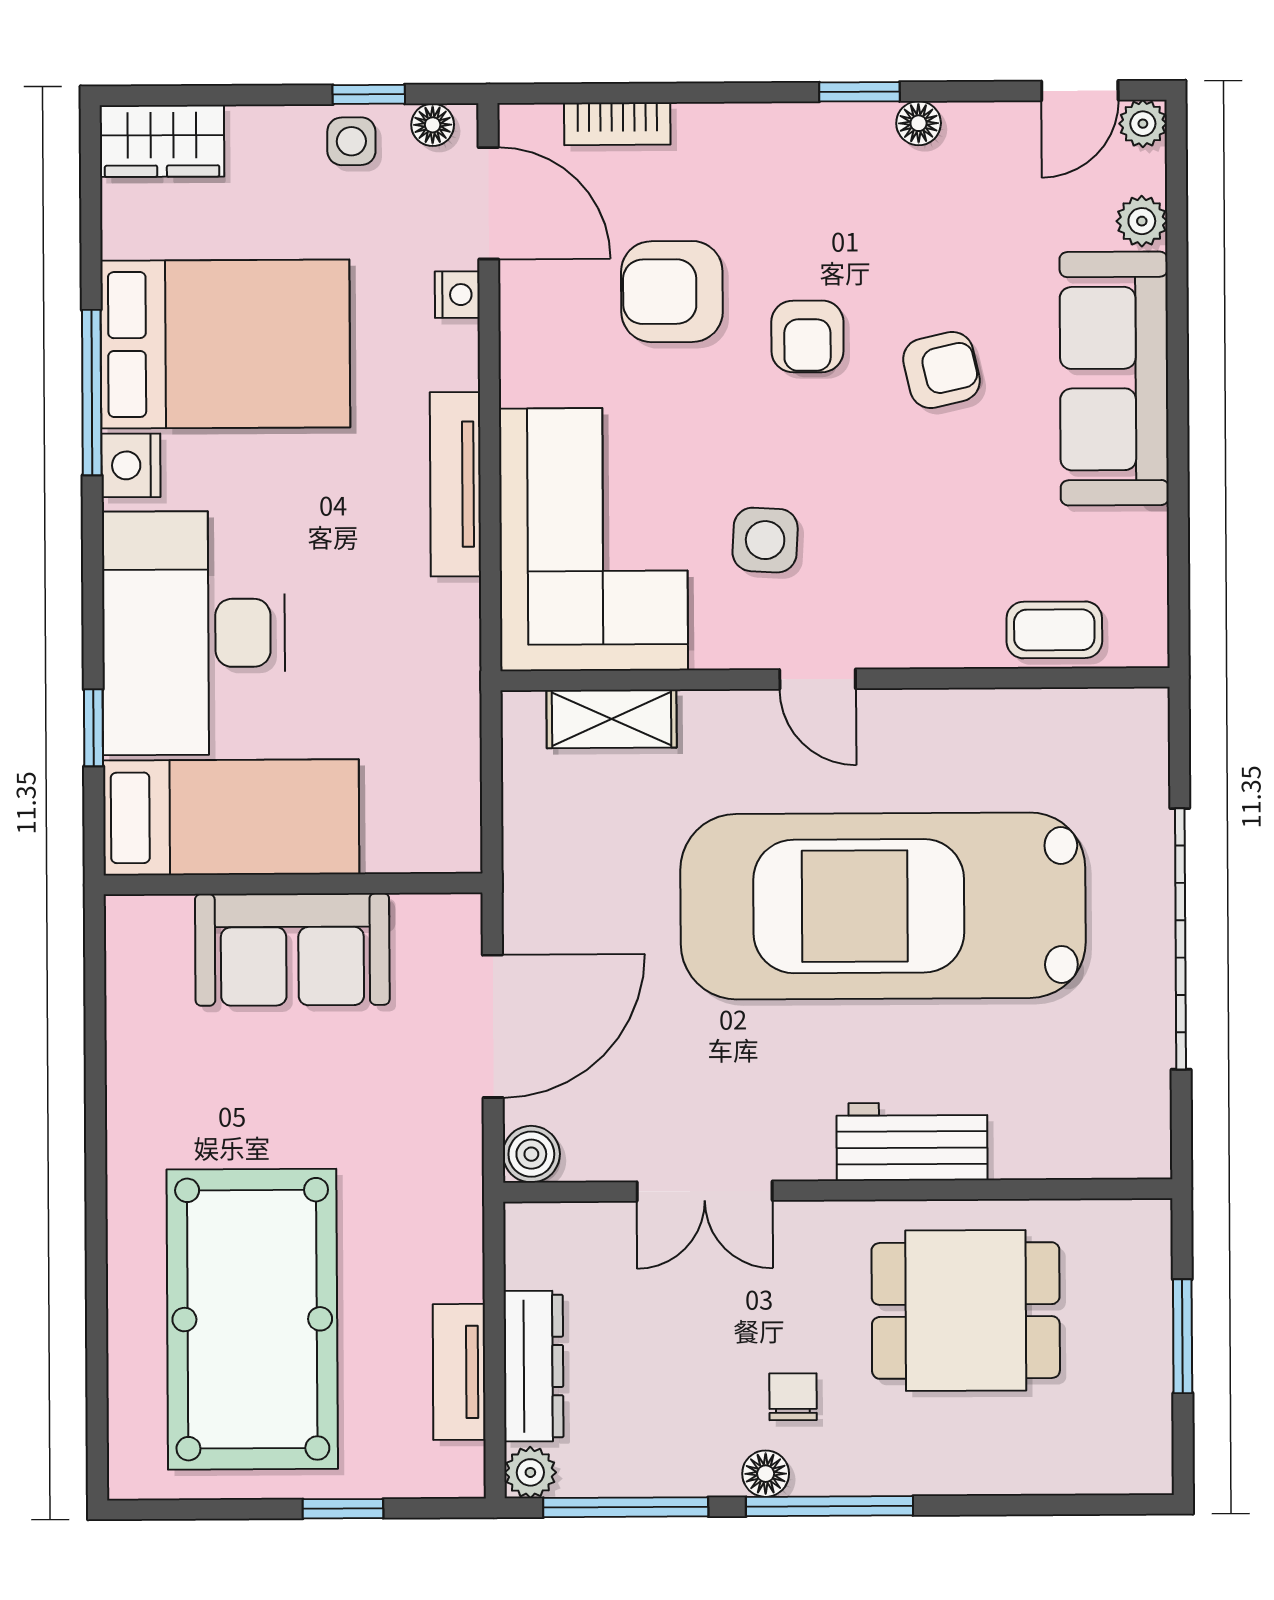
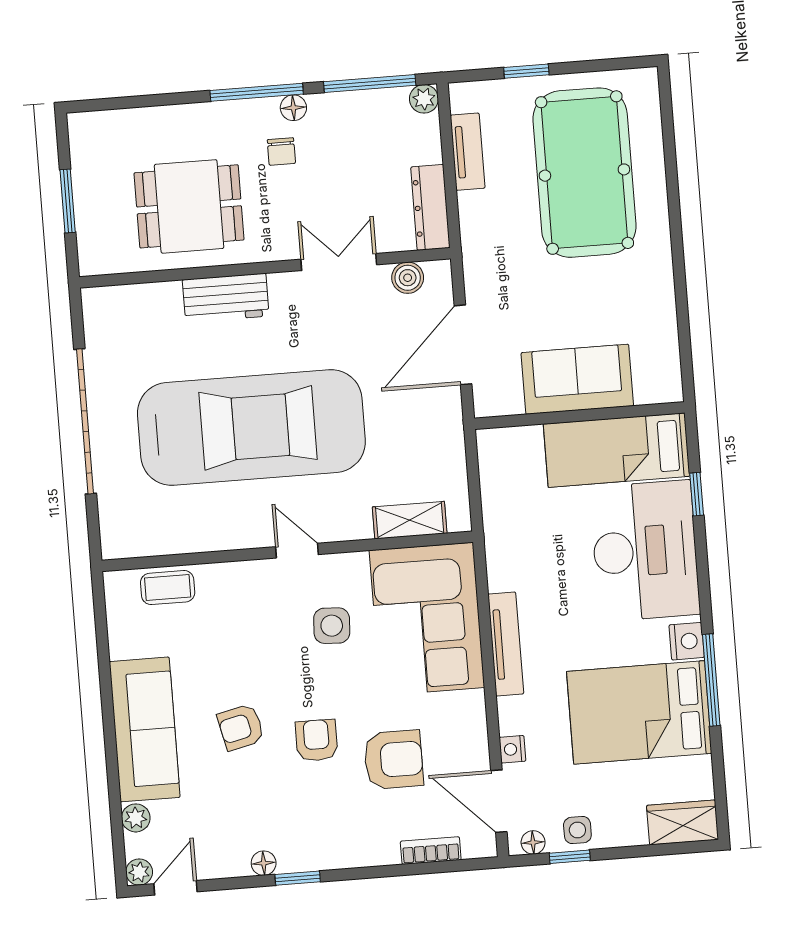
boiler: (531, 1154) -> (408, 278), moved
dresser: (534, 1366) -> (430, 207), moved

